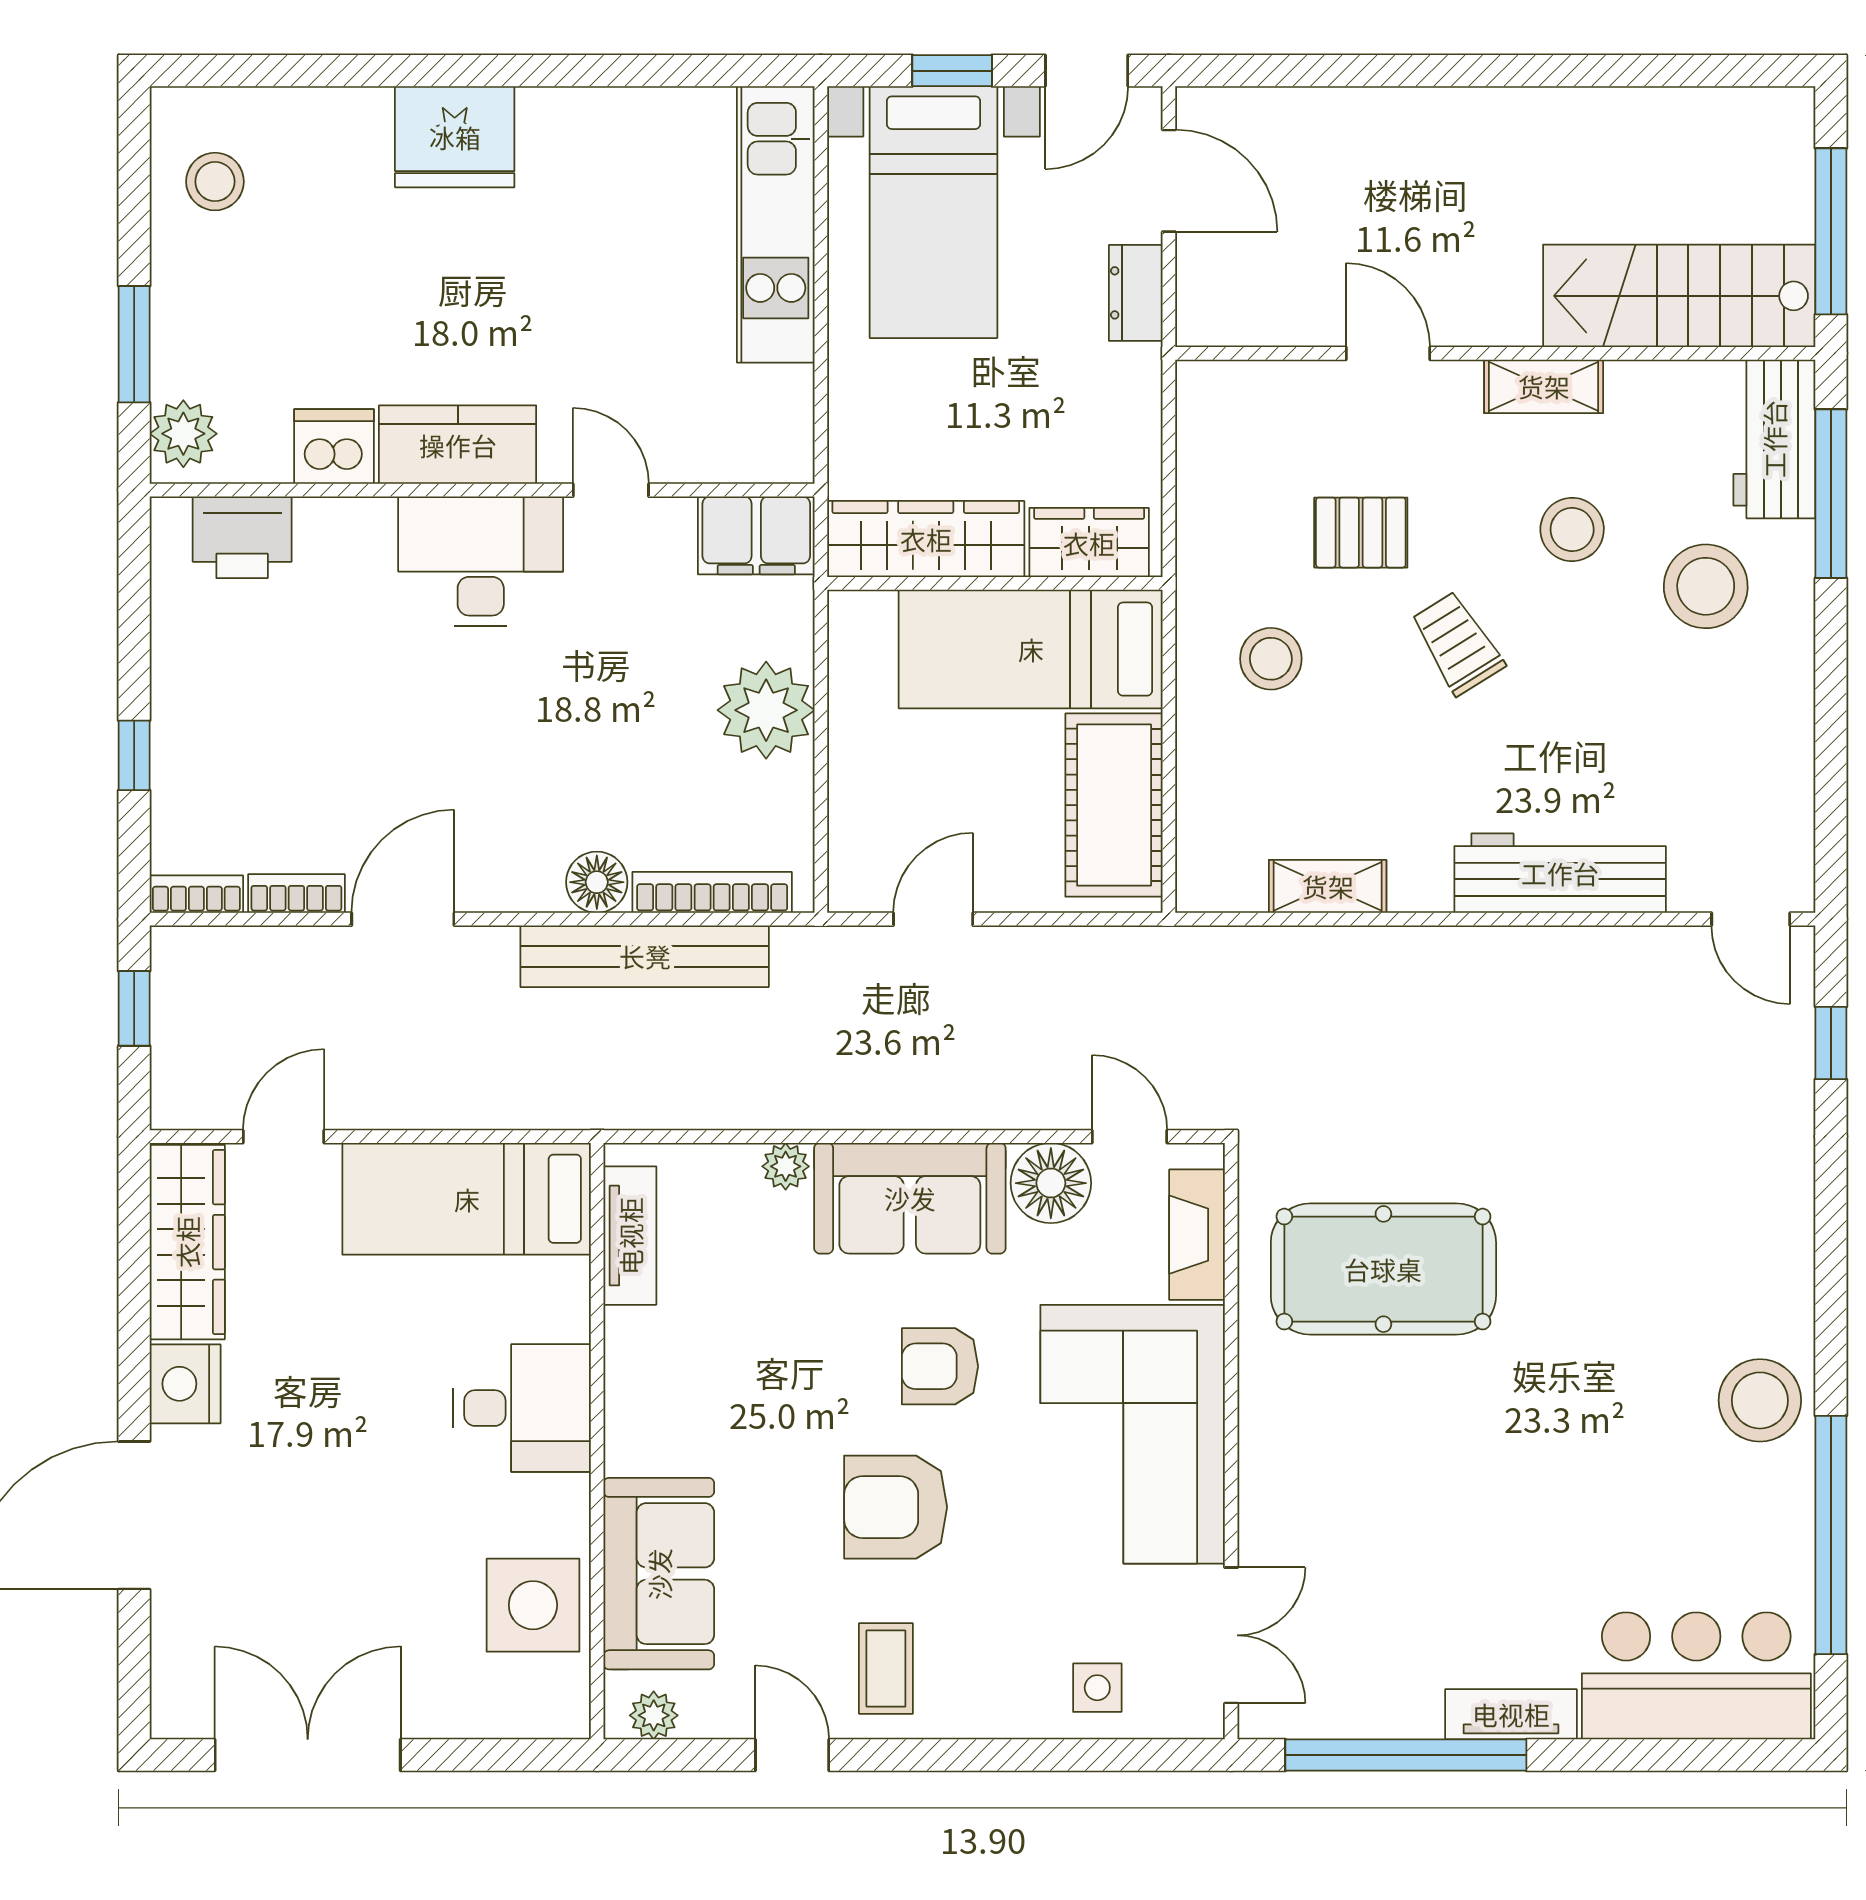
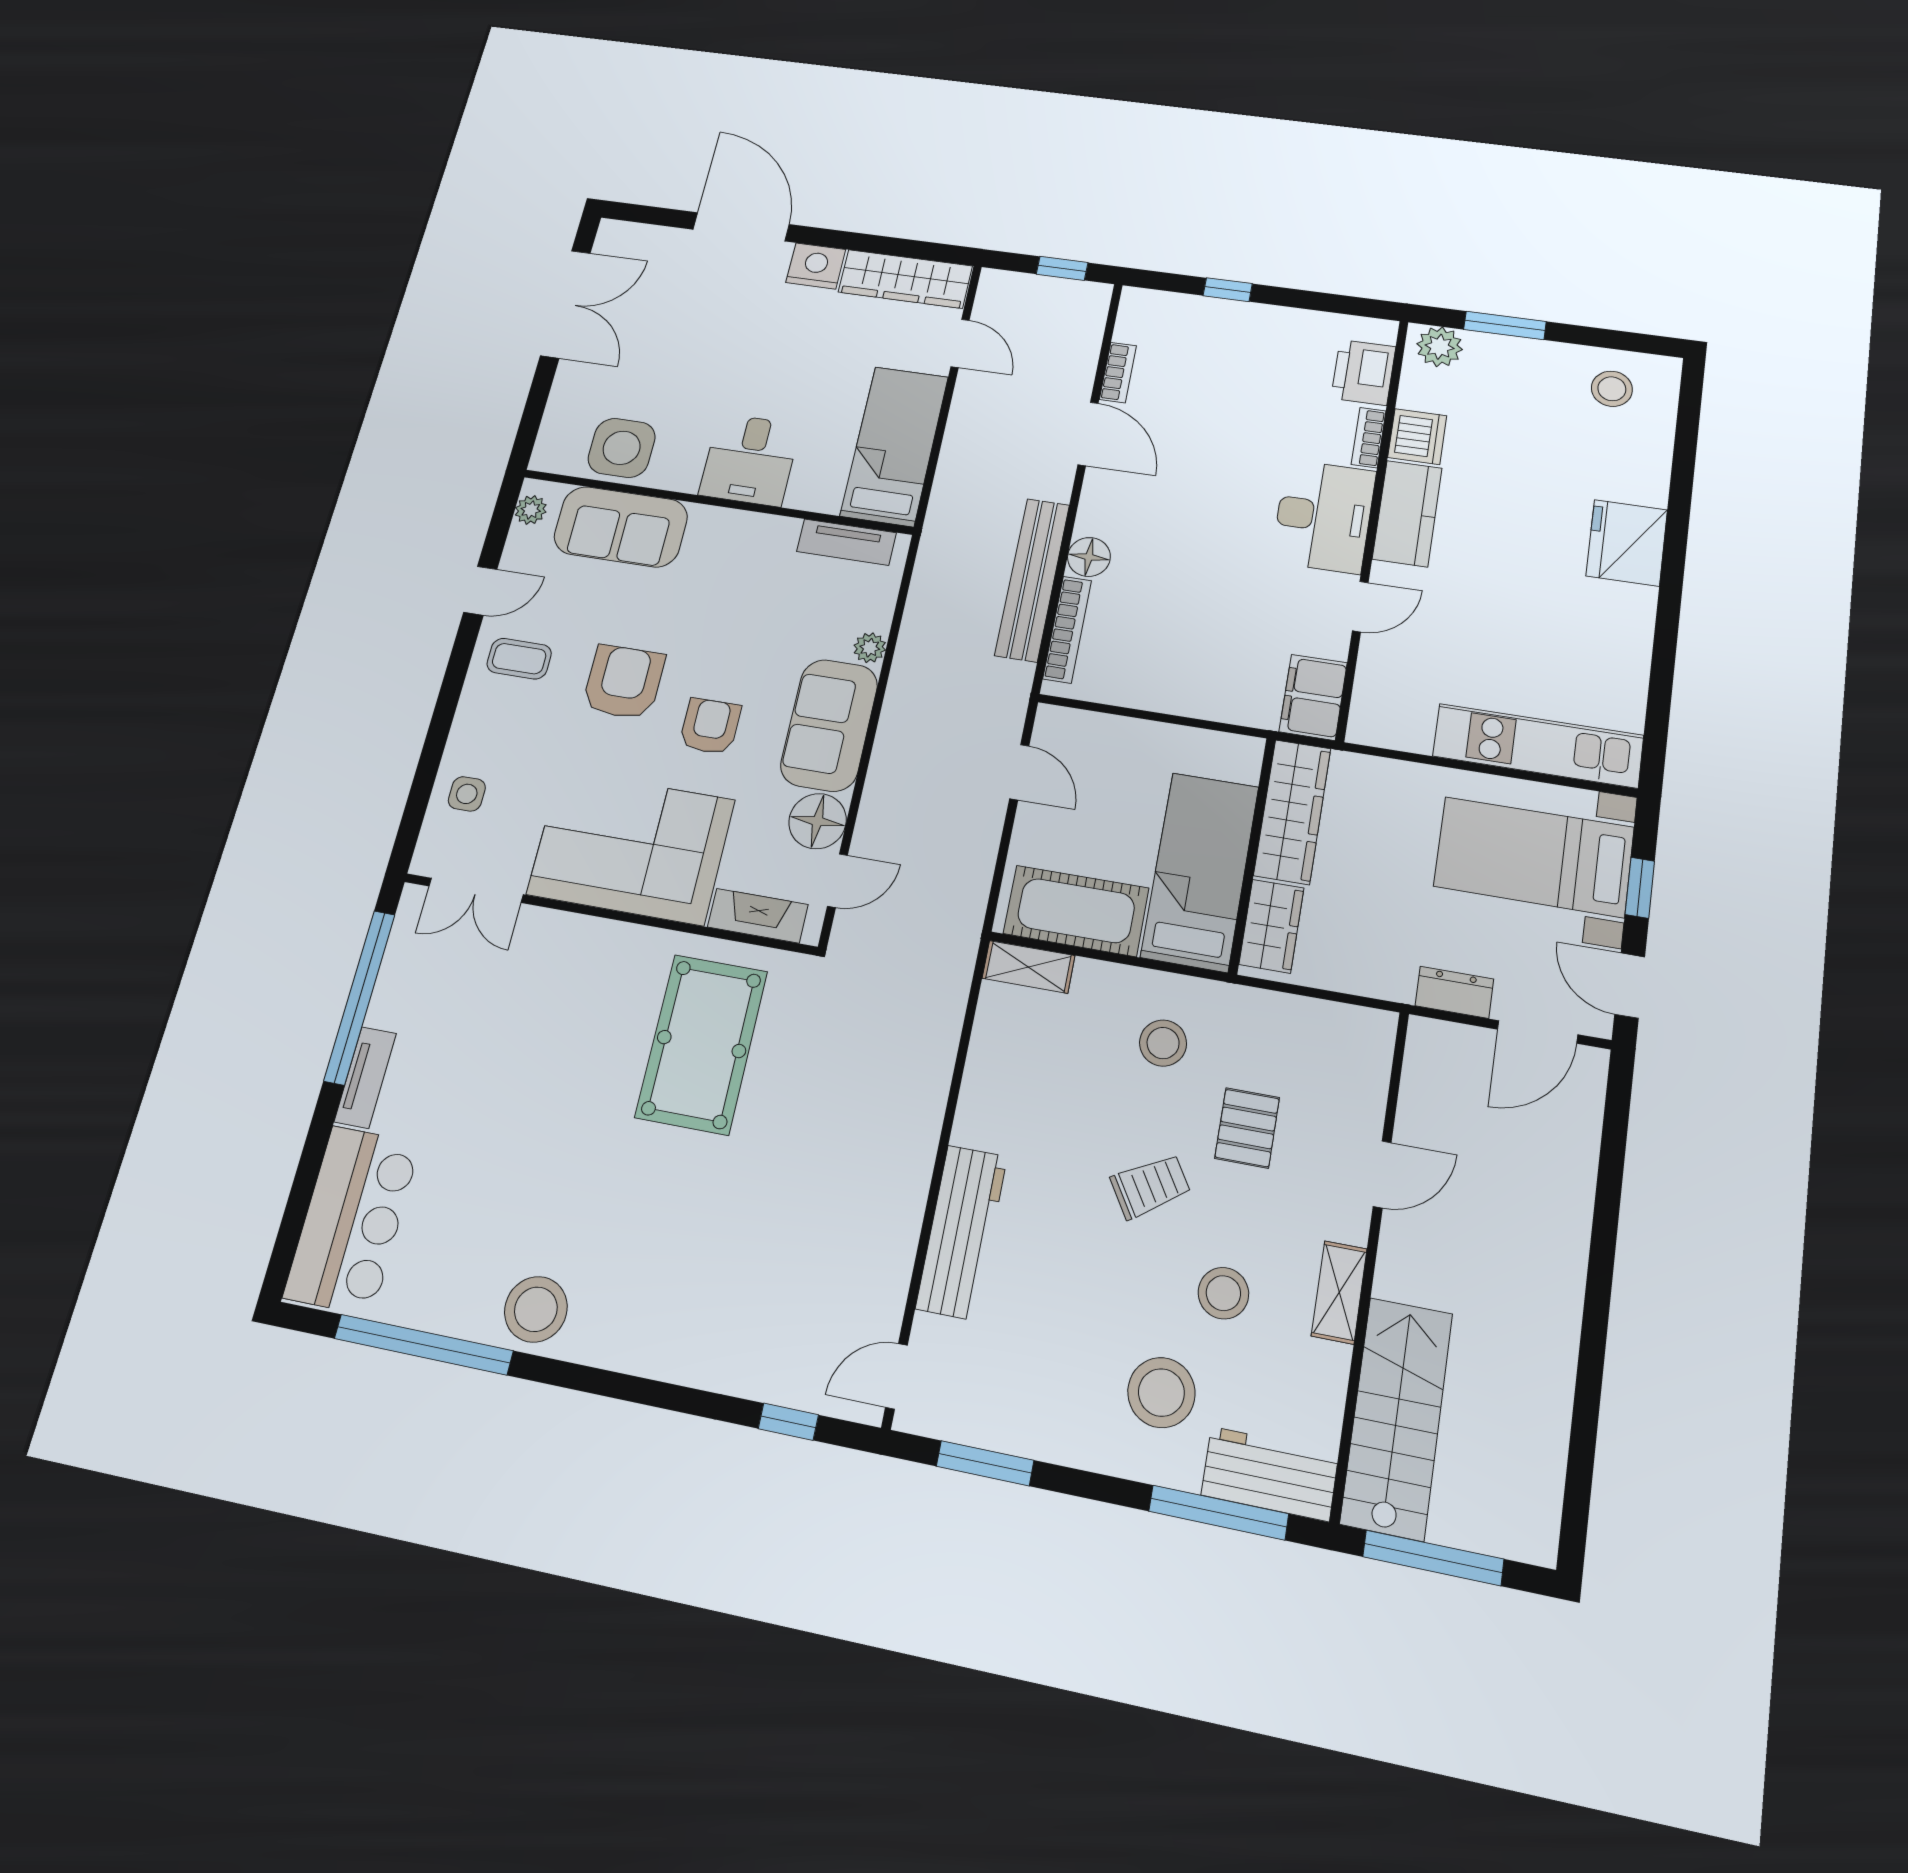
plant: (766, 710) -> (1188, 684), removed
window: (1831, 788) -> (985, 1463), added
shelving: (1328, 886) -> (1028, 967), moved, turned 90
bookcase: (196, 894) -> (1369, 438), moved, turned 180

